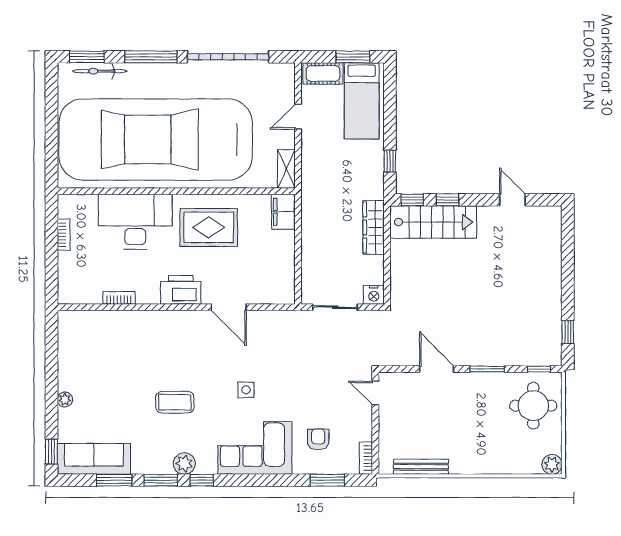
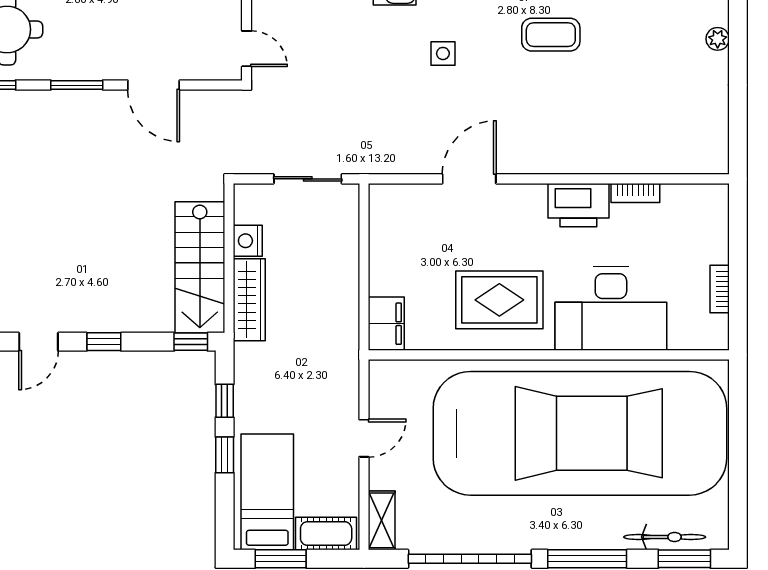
door: (298, 117) -> (364, 438), moved
window: (390, 125) -> (225, 455), added
shelving: (286, 169) -> (382, 520), moved
window: (448, 200) -> (104, 342), moved
door: (512, 200) -> (39, 342), hinge flipped
stairs: (433, 222) -> (200, 267), moved, turned -90
printer: (181, 290) -> (578, 205), moved
nightstand: (374, 295) -> (248, 241), moved, turned -90
door: (229, 307) -> (469, 179), hinge flipped

